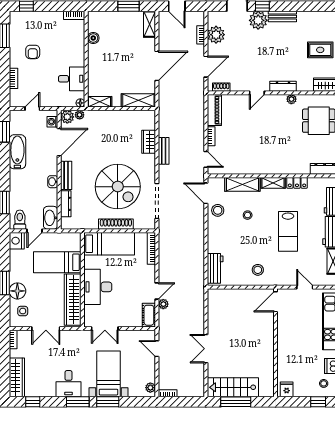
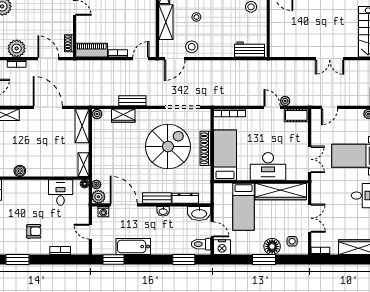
plant: (150, 115) -> (97, 114), added

